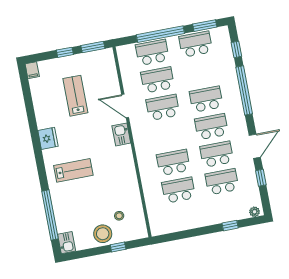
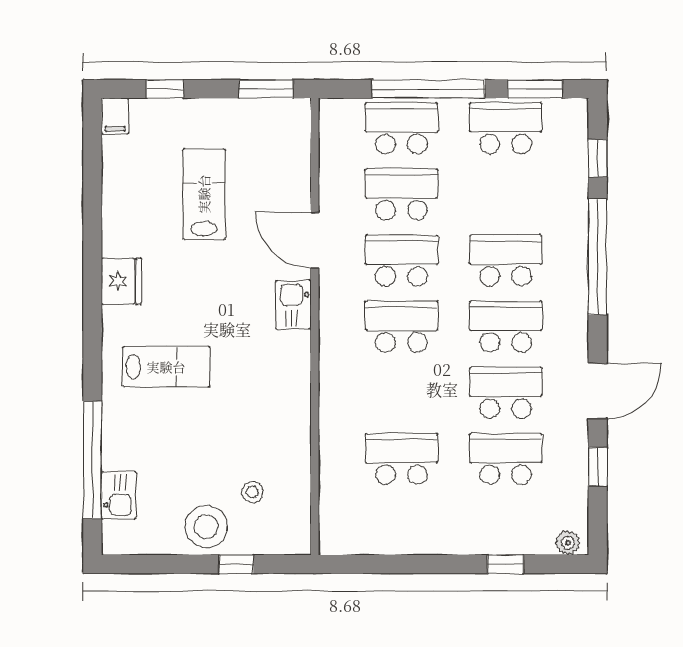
window: (65, 52) -> (165, 89), moved
school desk: (173, 163) -> (401, 327), moved
kitchen sink: (67, 243) -> (119, 495), moved

